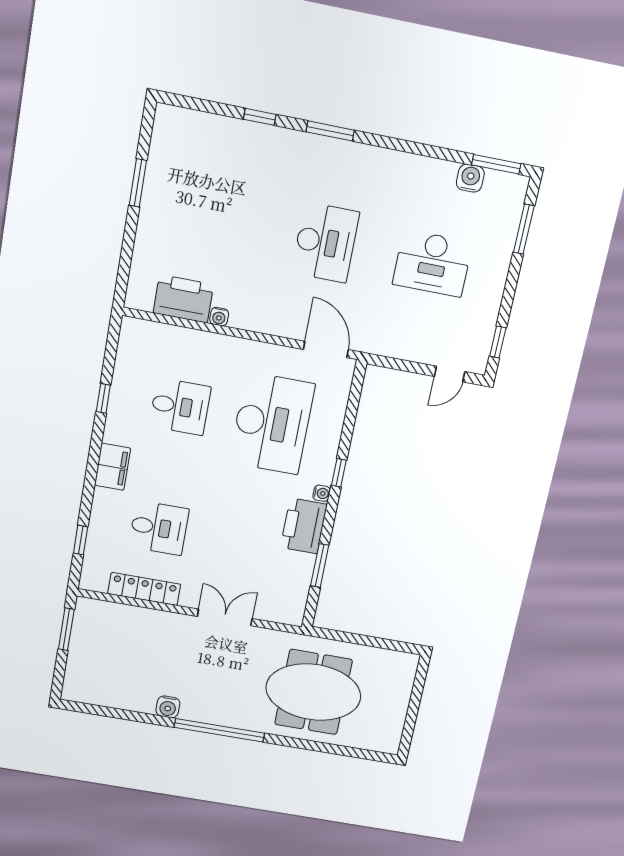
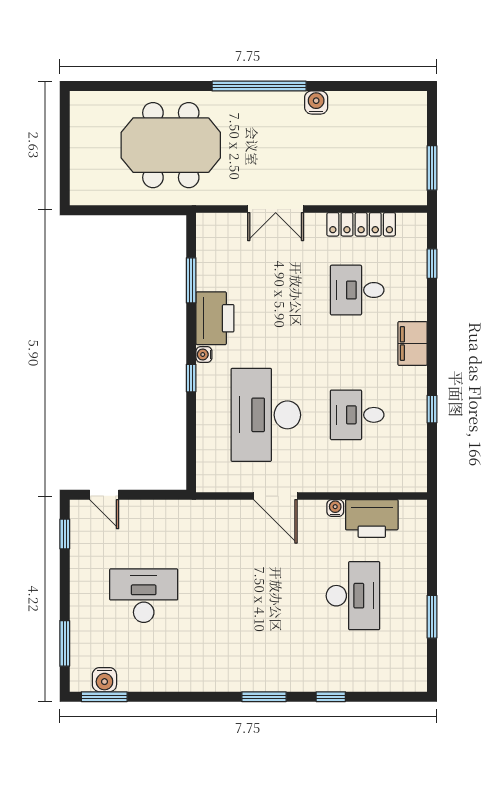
water cooler: (470, 178) -> (104, 680), moved
desk: (325, 243) -> (353, 596), moved, turned 180
door: (326, 349) -> (275, 496), moved
door: (450, 374) -> (104, 495), swing flipped

